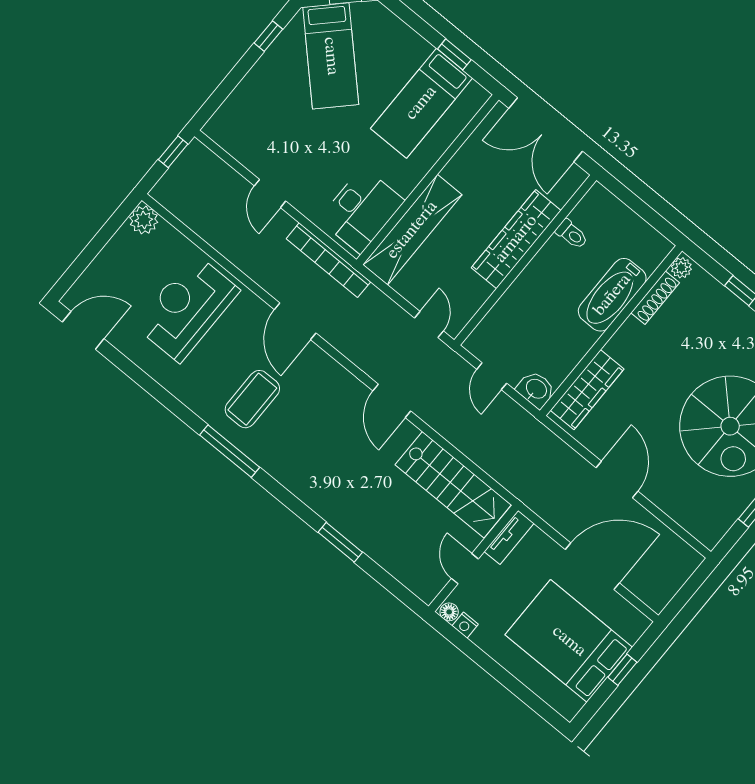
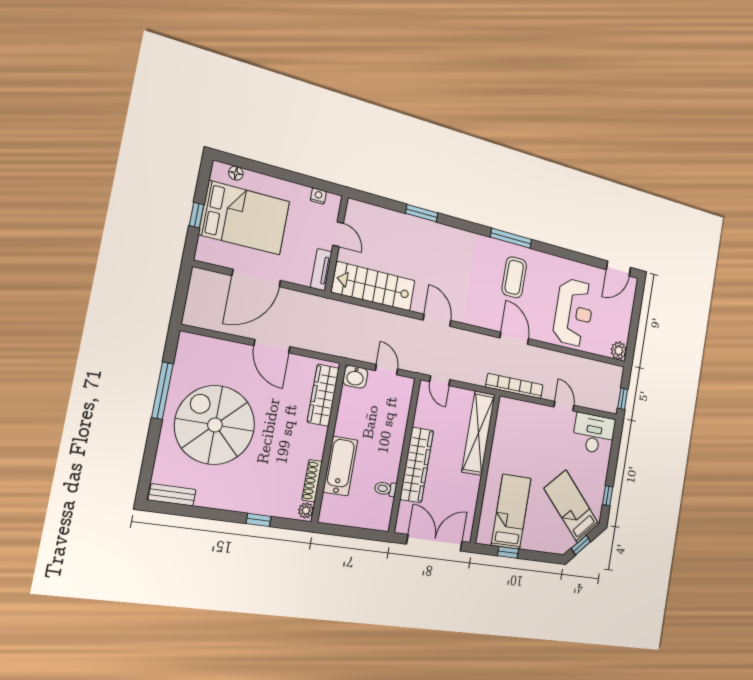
desk: (362, 210) -> (594, 434), moved, turned 90
floor lamp: (449, 612) -> (236, 173), moved

